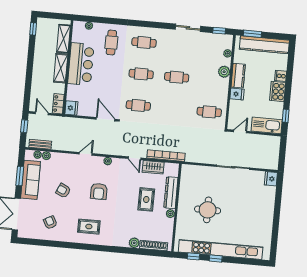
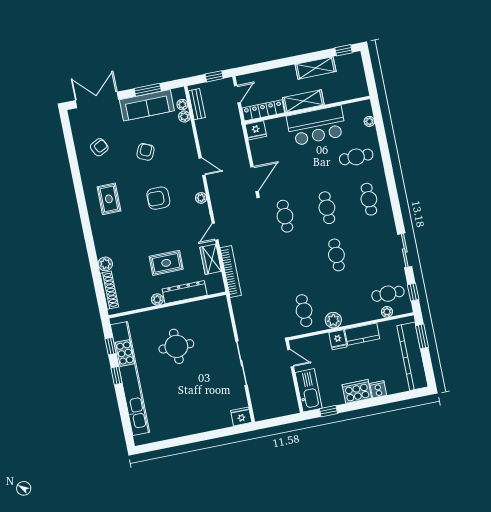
shelving: (63, 39) -> (316, 68), moved
cafe table: (215, 49) -> (388, 294), added
plant: (224, 72) -> (333, 320), moved
locker: (58, 104) -> (263, 110), width x1.53

